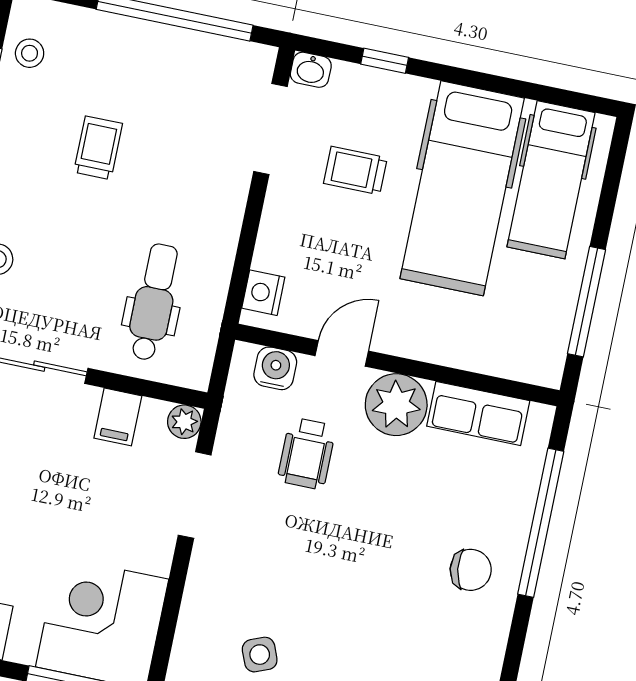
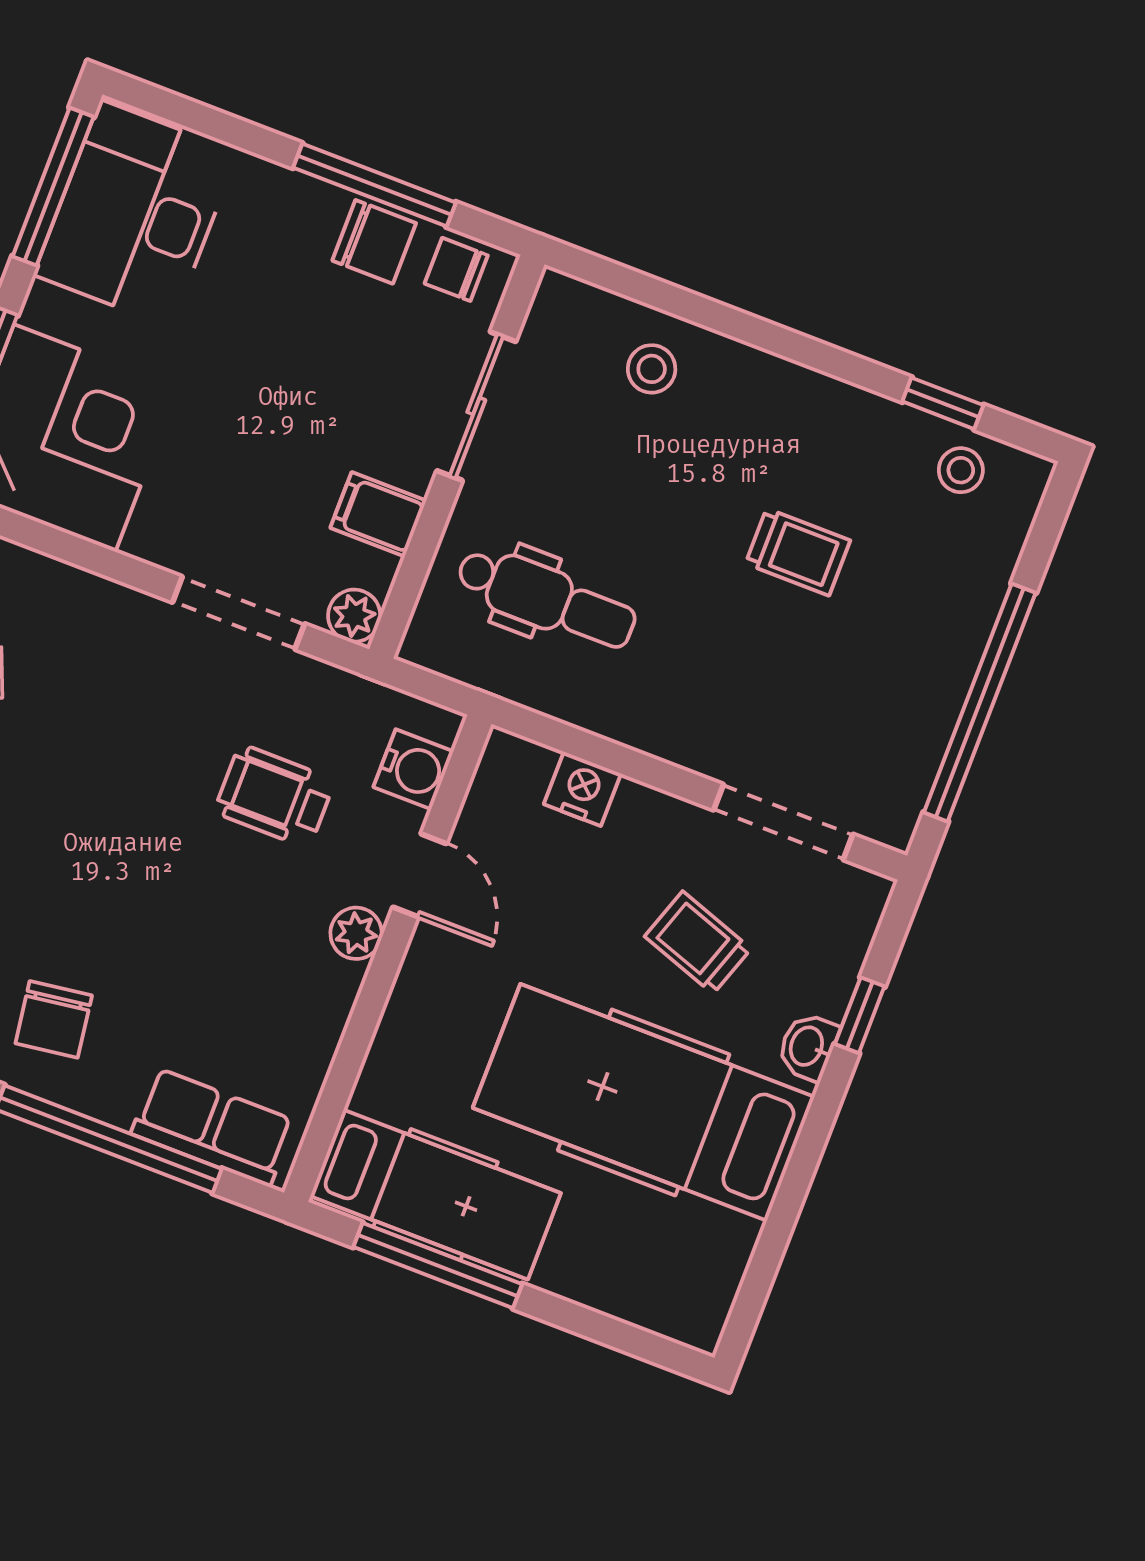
washbasin: (311, 70) -> (808, 1047), moved
trolley: (355, 171) -> (698, 942), turned -71
hospital bed: (551, 180) -> (436, 1195), moved, turned 180
nightstand: (263, 293) -> (582, 789), moved
plant: (396, 405) -> (356, 933), width x0.53, depth x0.53
row of seats: (478, 413) -> (213, 1127), moved, turned 90

